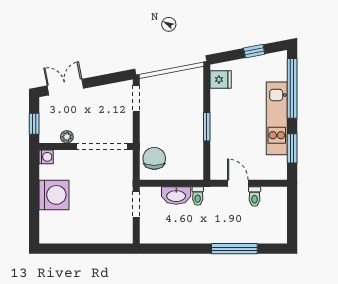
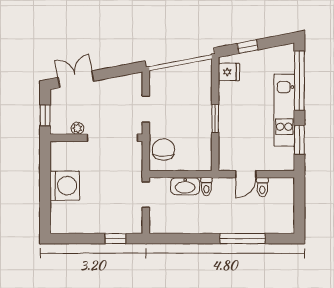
window: (254, 51) -> (248, 47), moved
doorway: (136, 99) -> (146, 109), moved
washing machine: (46, 157) -> (57, 148), removed
door: (238, 183) -> (246, 174), swing flipped
window: (105, 249) -> (115, 239), added

